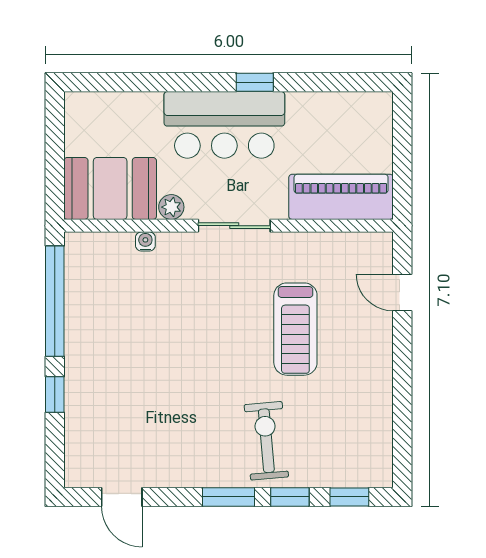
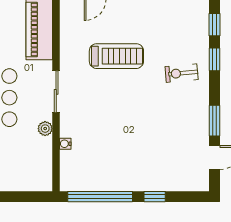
booth: (110, 188) -> (34, 164), removed
exercise bike: (266, 441) -> (182, 73), width x0.73, depth x0.72
window: (229, 497) -> (214, 121), moved

